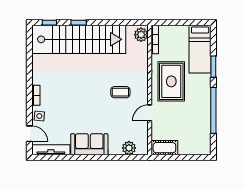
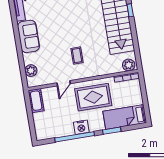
nightstand: (204, 101) -> (81, 127), added
door: (150, 113) -> (64, 83), swing flipped

